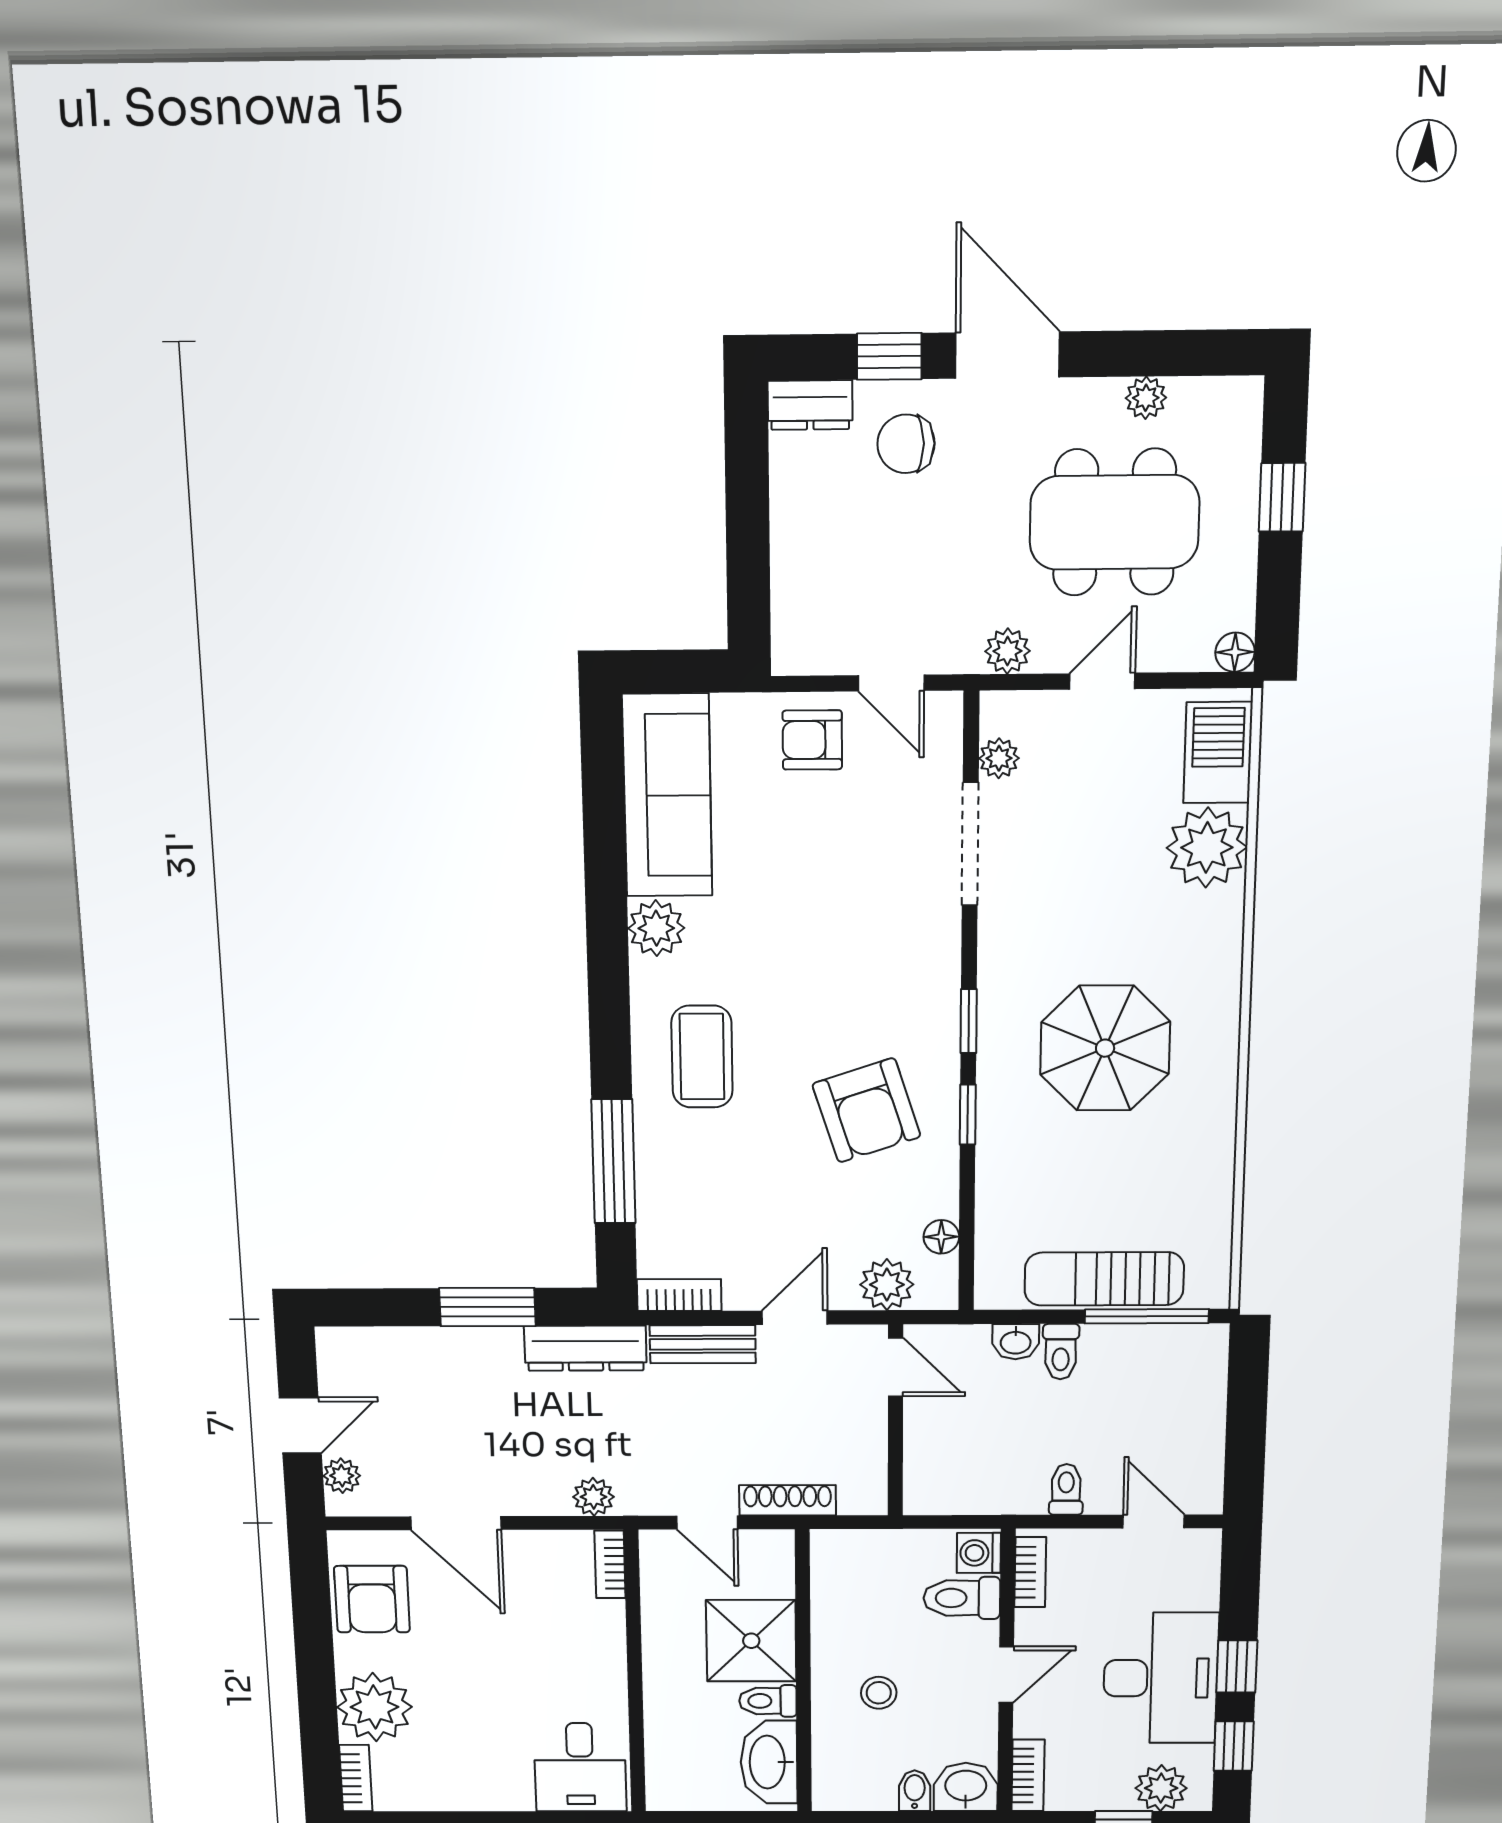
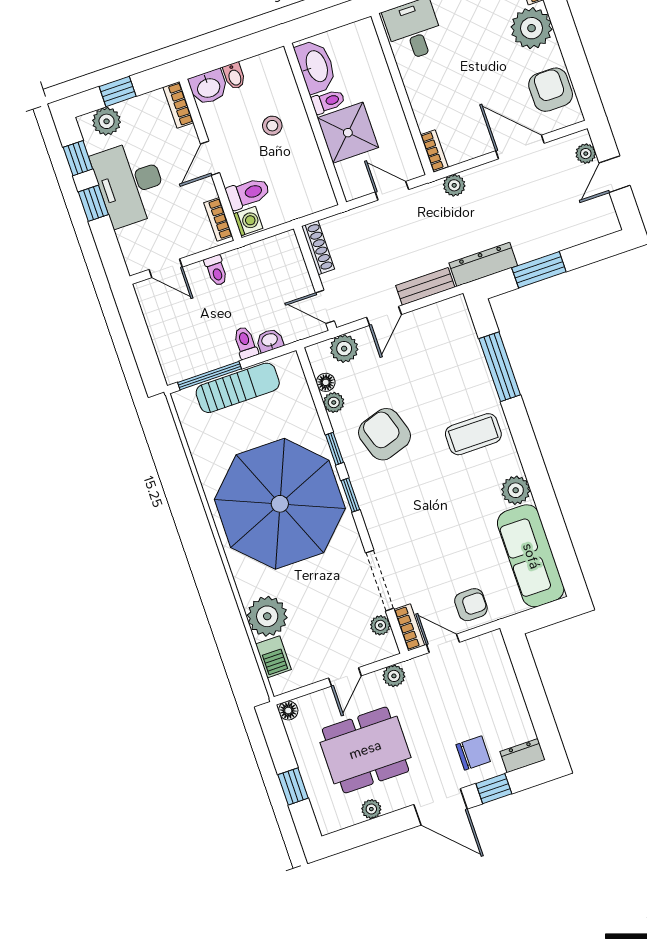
barbecue: (1218, 753) -> (273, 657), width x0.73, depth x0.79
parasol: (1105, 1048) -> (280, 504), width x1.86, depth x1.86
coffee table: (702, 1057) -> (473, 434), turned 90
plant: (939, 1197) -> (334, 402), added
bookcase: (679, 1295) -> (409, 627), moved, turned -90
shoe rack: (788, 1500) -> (318, 248), moved, turned -90

